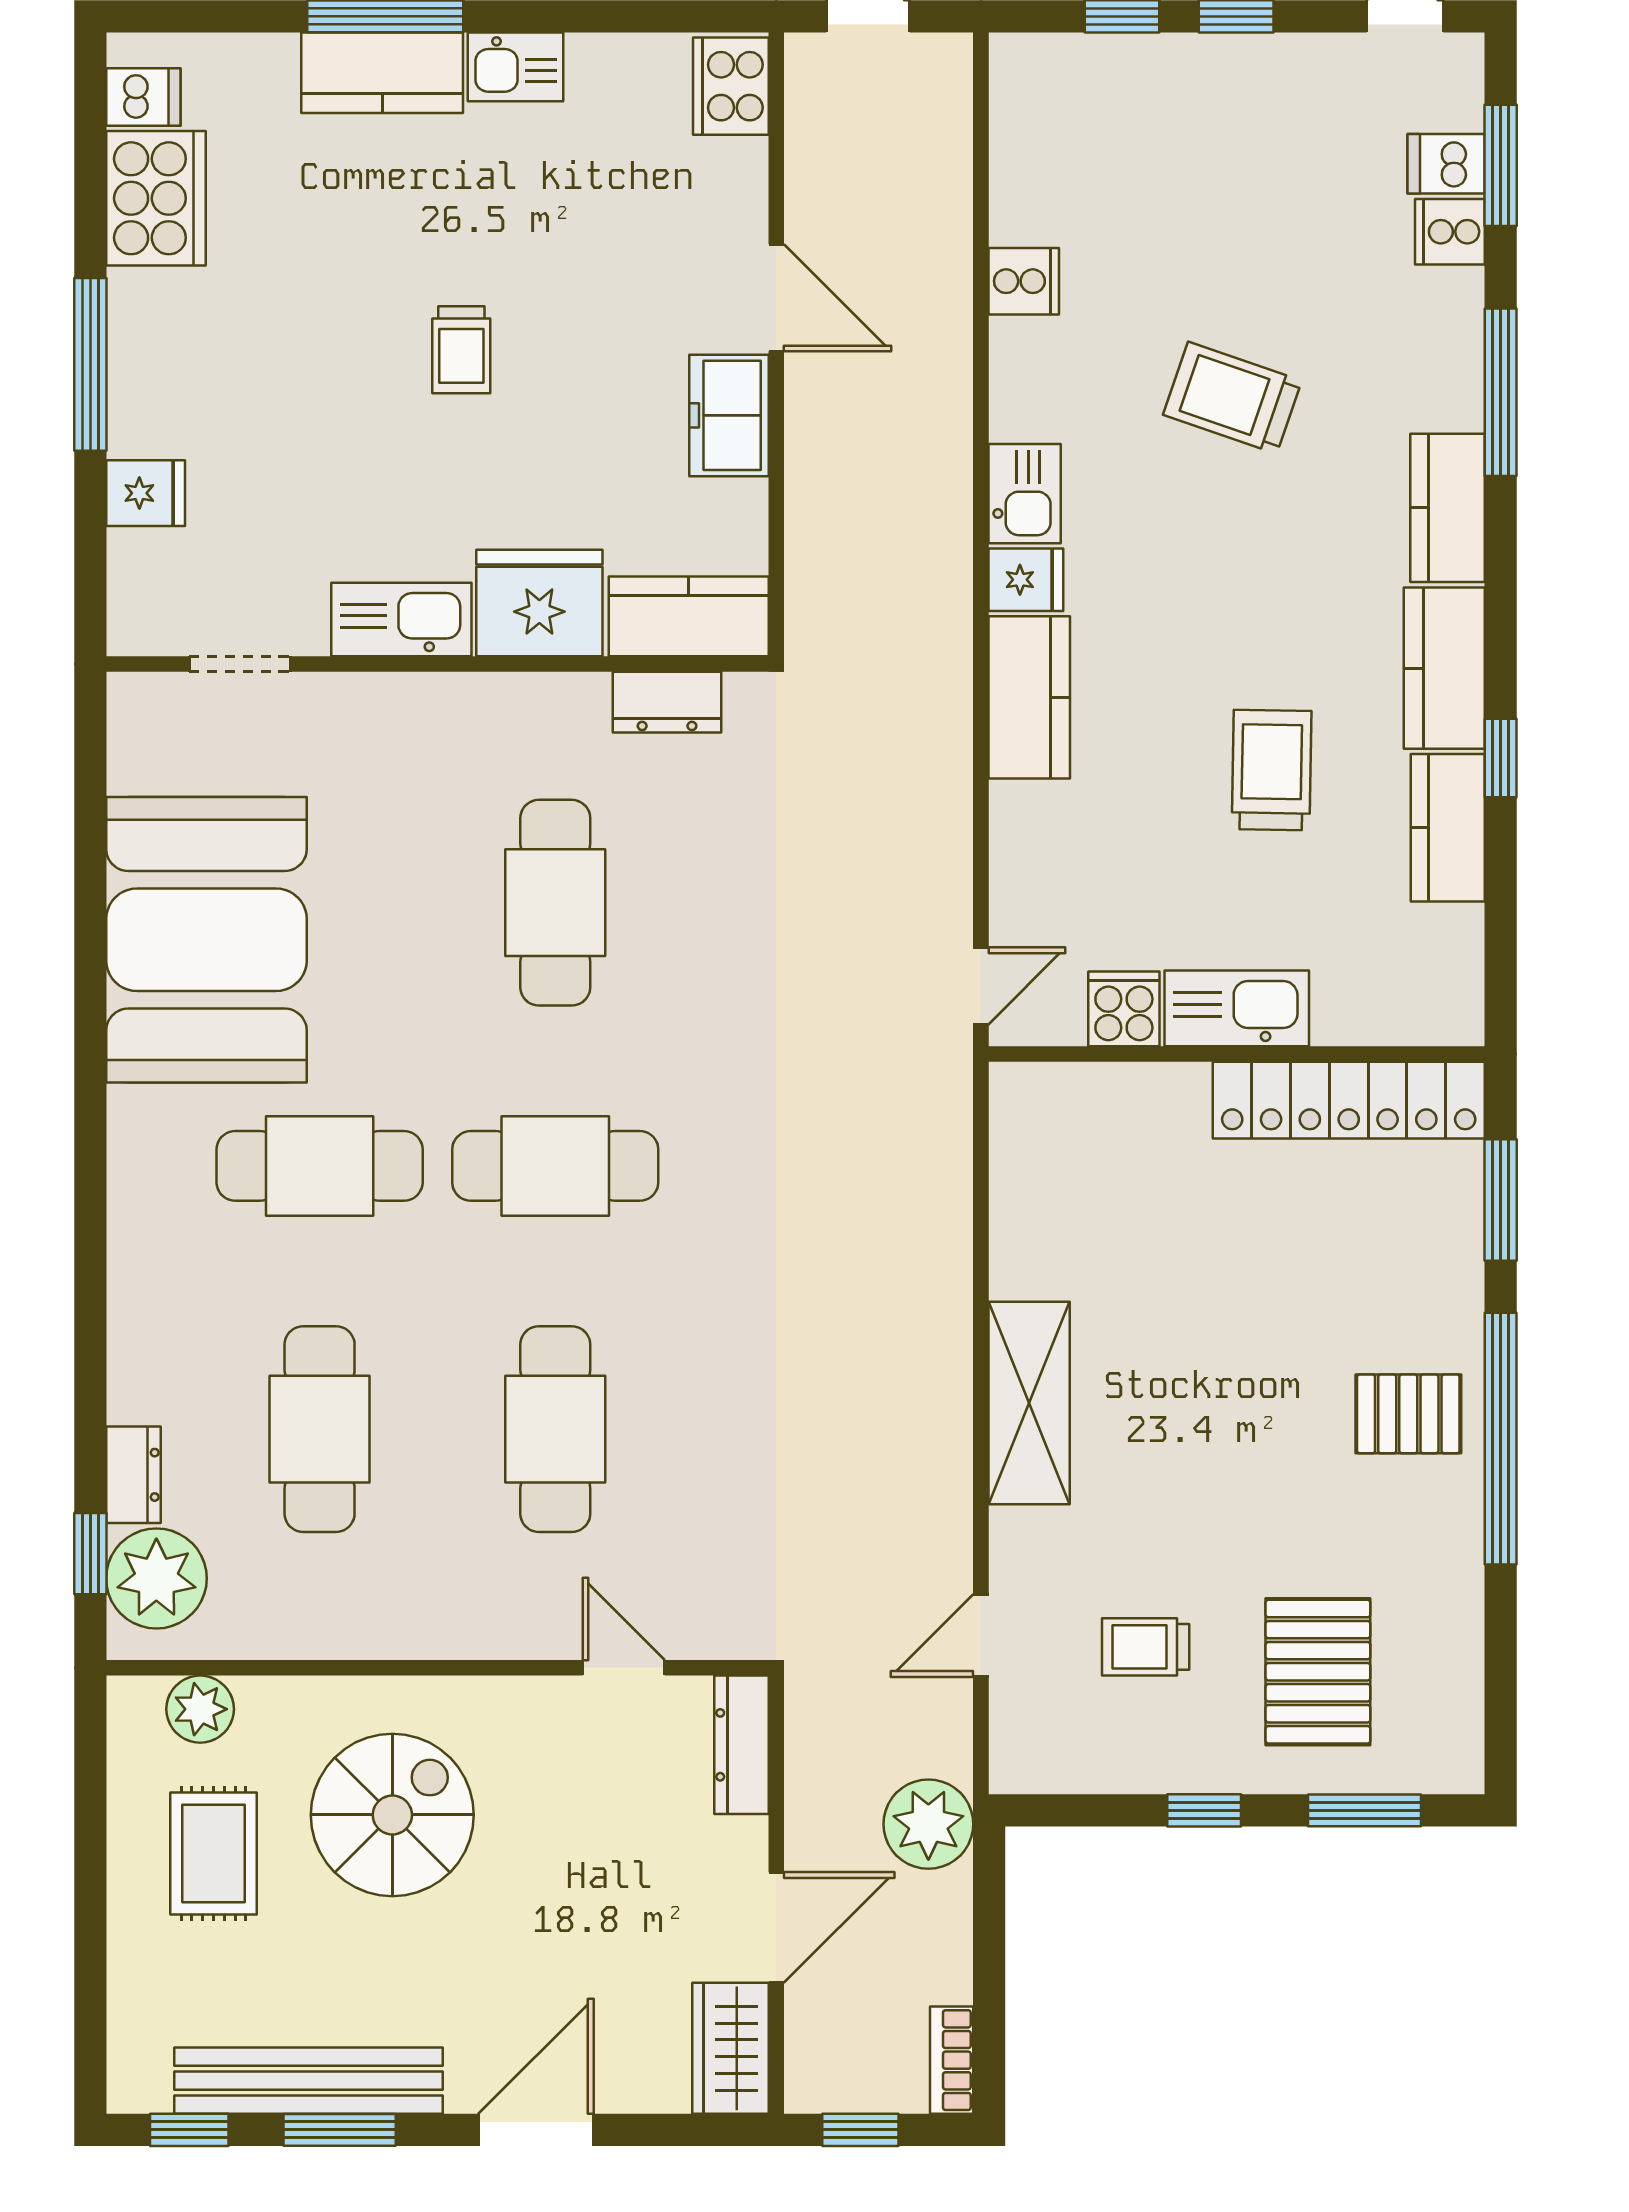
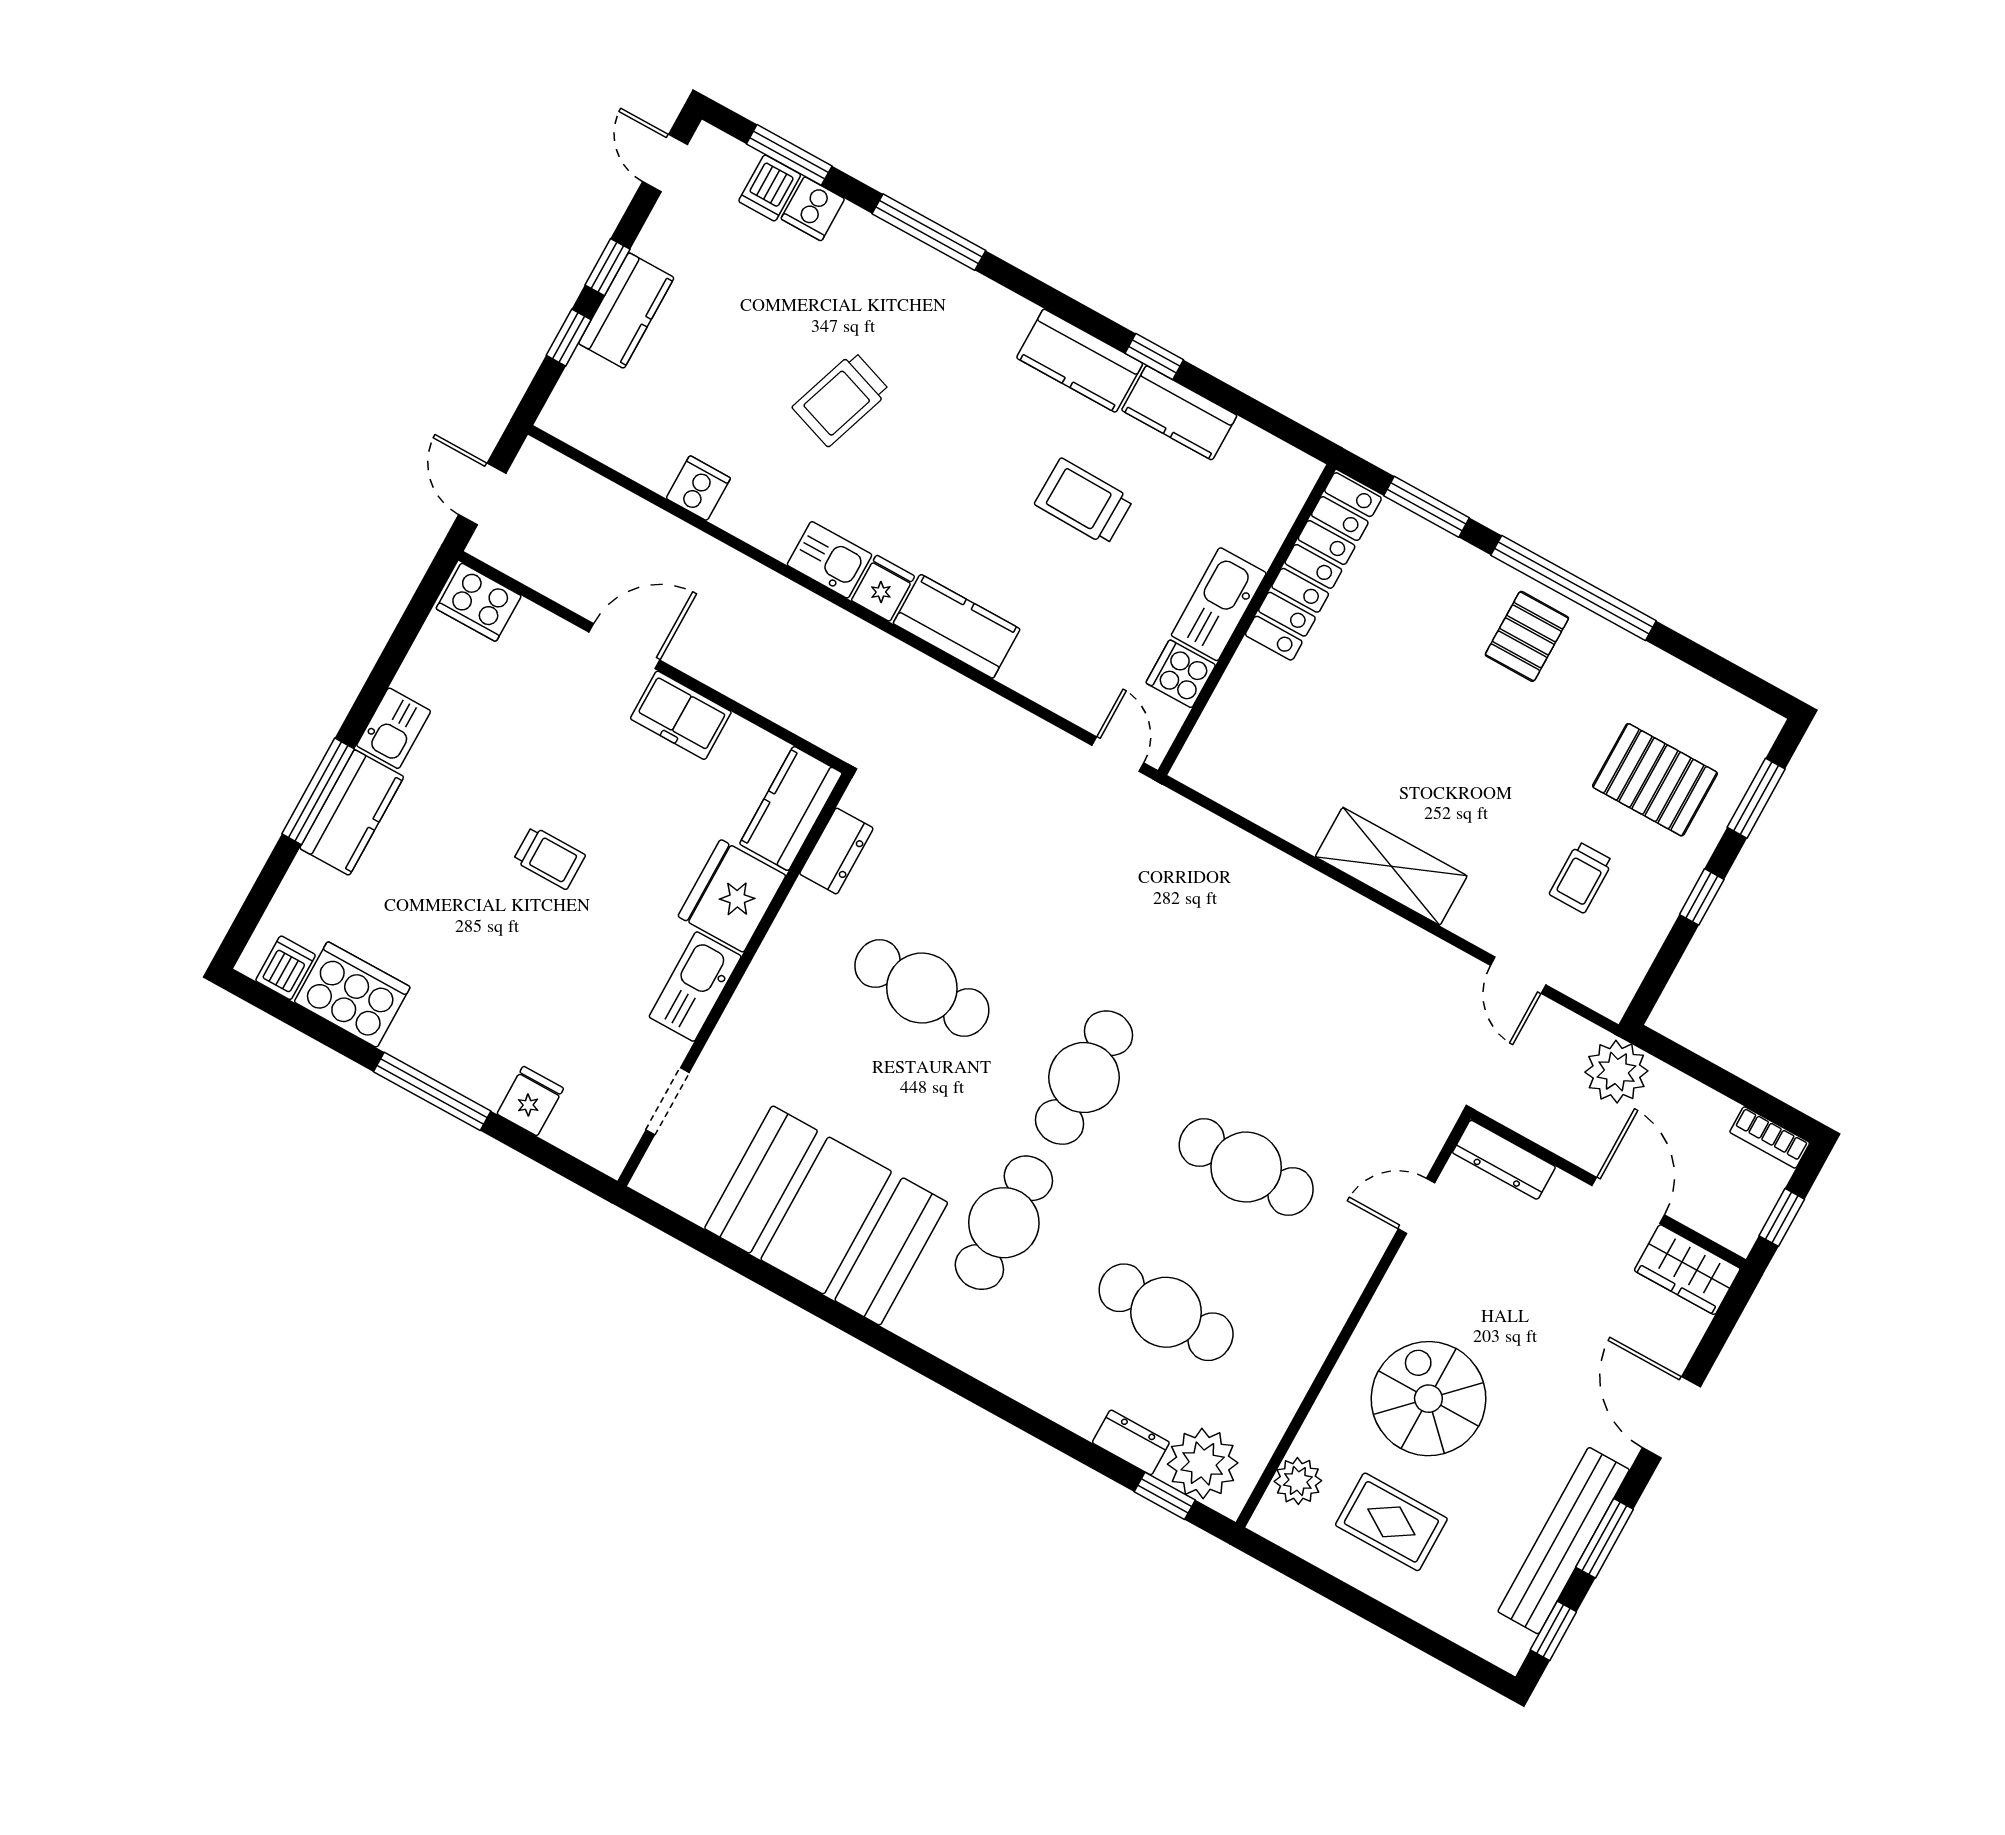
kitchen counter: (1447, 508) -> (626, 311), moved, turned -90

